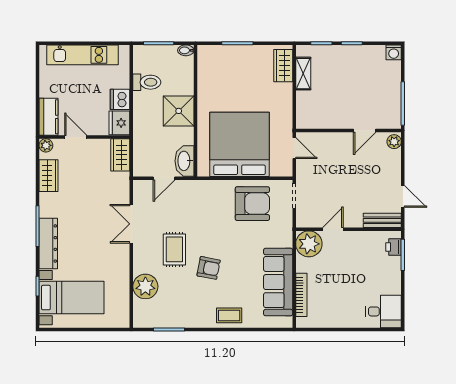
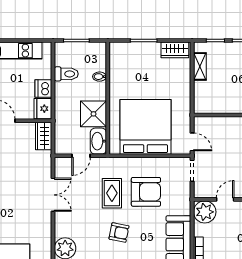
bidet: (186, 50) -> (100, 77), moved
wardrobe: (283, 66) -> (175, 50), moved, turned -90
shower: (179, 111) -> (93, 114), moved
door: (294, 148) -> (192, 142), moved
armchair: (252, 204) -> (146, 192), moved
double door: (131, 224) -> (53, 195), swing flipped
rug: (174, 249) -> (112, 193), moved

